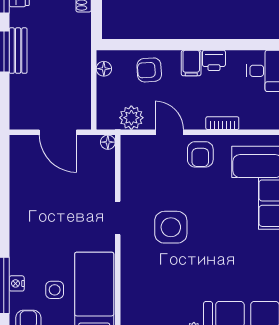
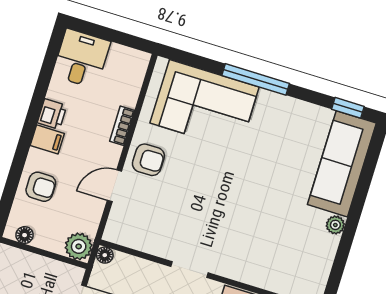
armchair: (149, 70) -> (41, 187), turned -86
plant: (131, 118) -> (79, 246), moved
side table: (171, 227) -> (217, 216), removed

